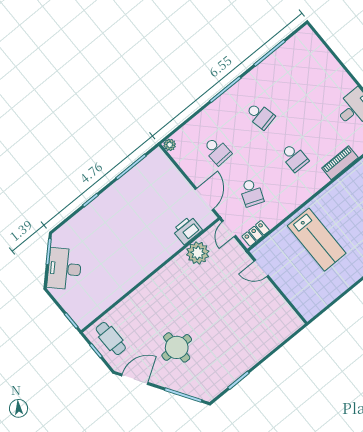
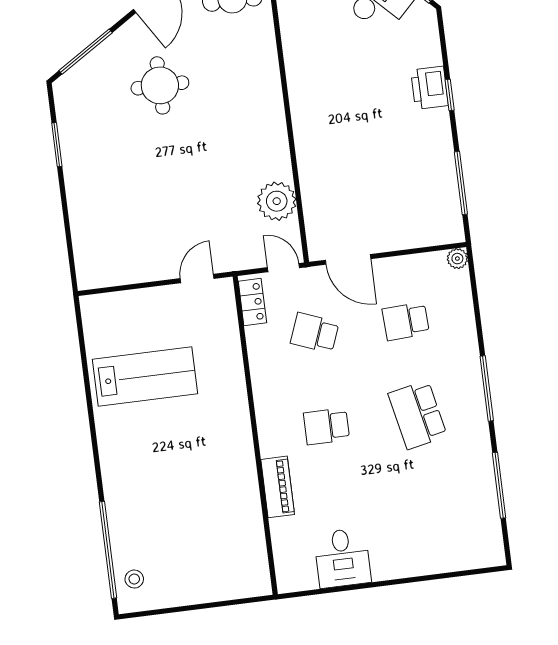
school desk: (260, 116) -> (418, 415), width x1.85
printer: (187, 230) -> (430, 88), moved, turned 180
lab bench: (317, 240) -> (145, 377), moved, turned 180

